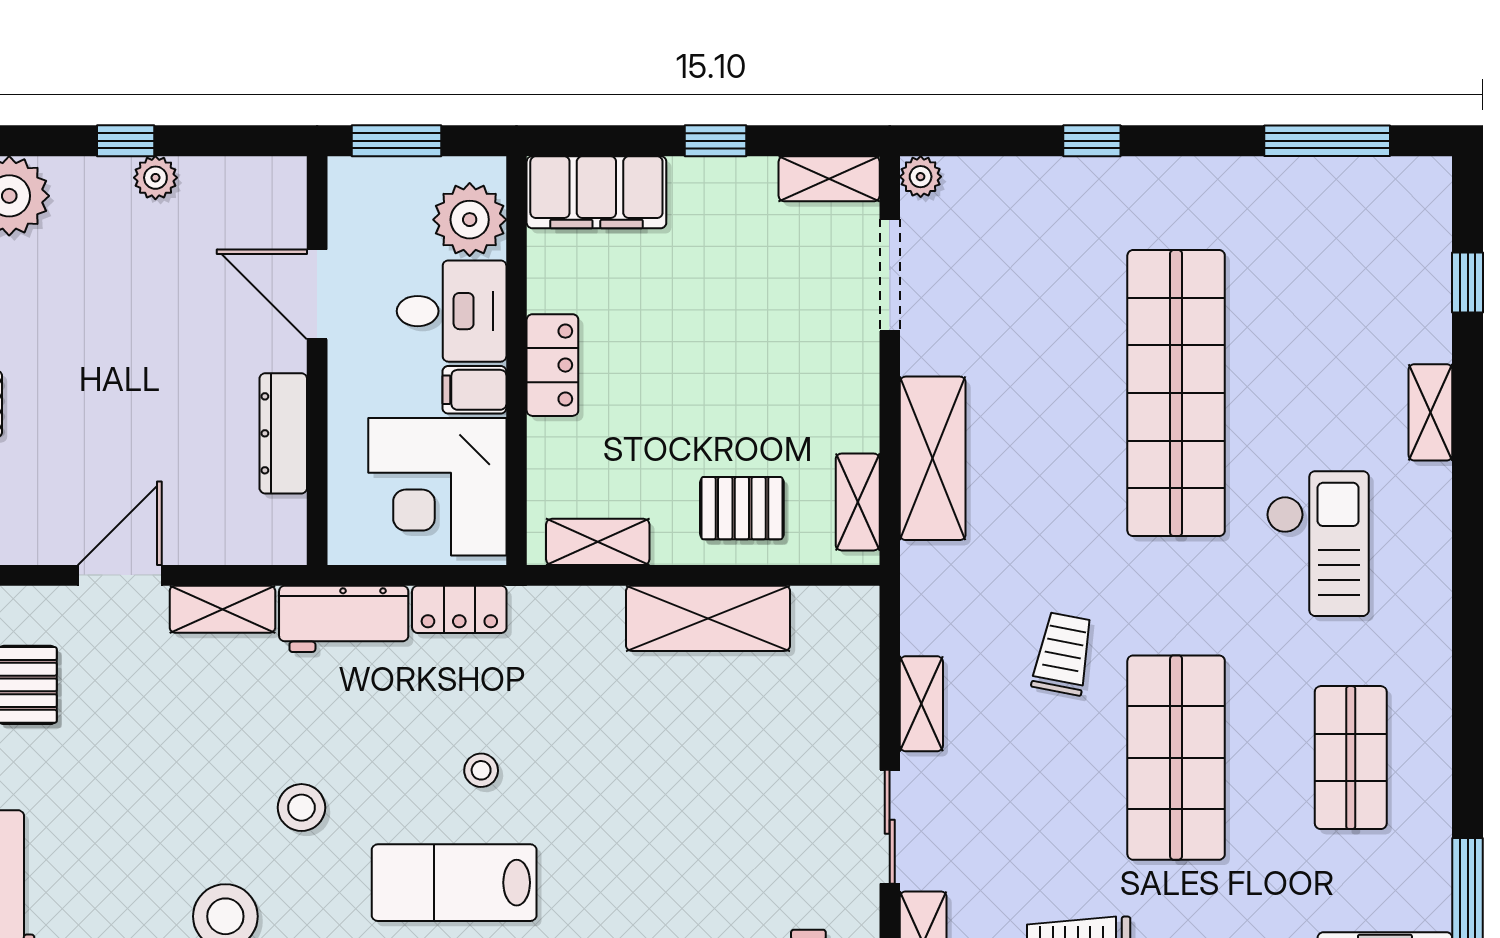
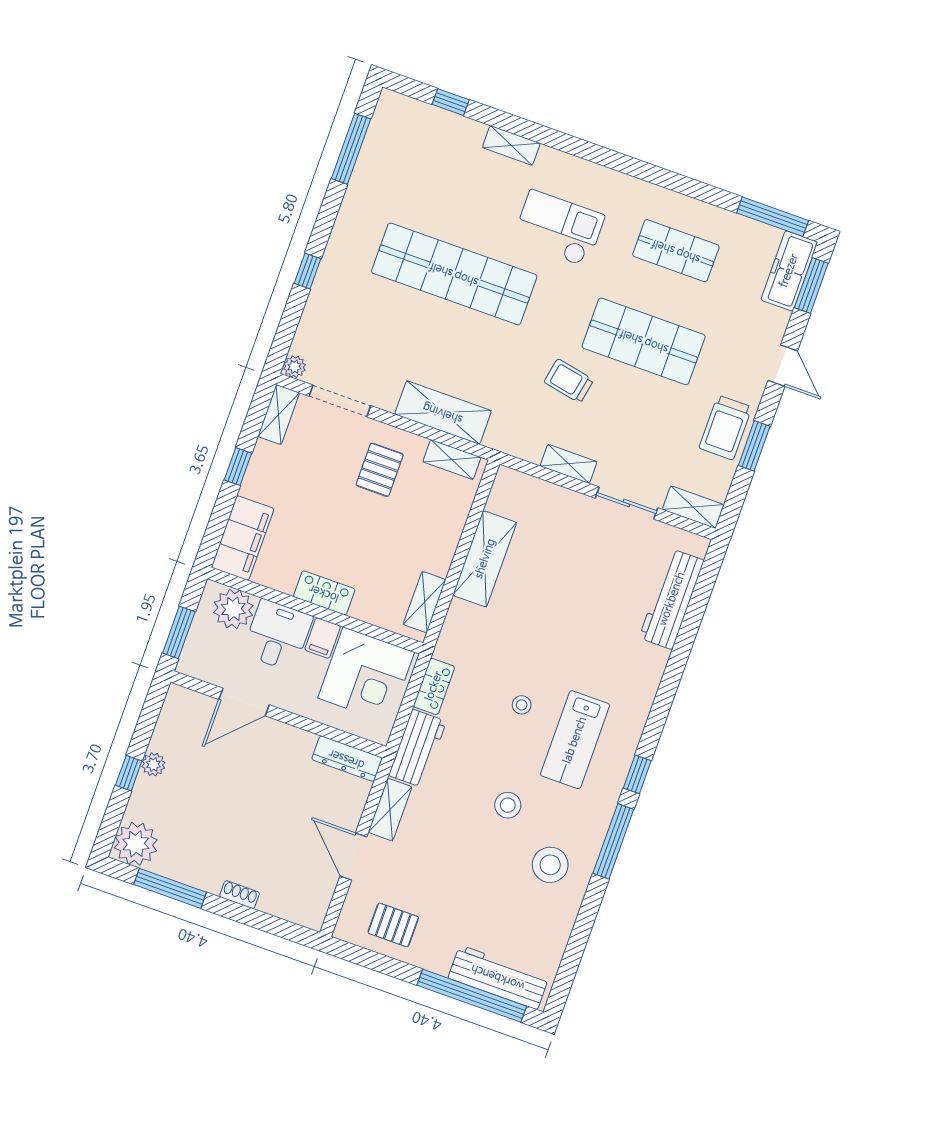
dresser: (283, 433) -> (347, 759), moved
pallet: (742, 508) -> (380, 470), moved

